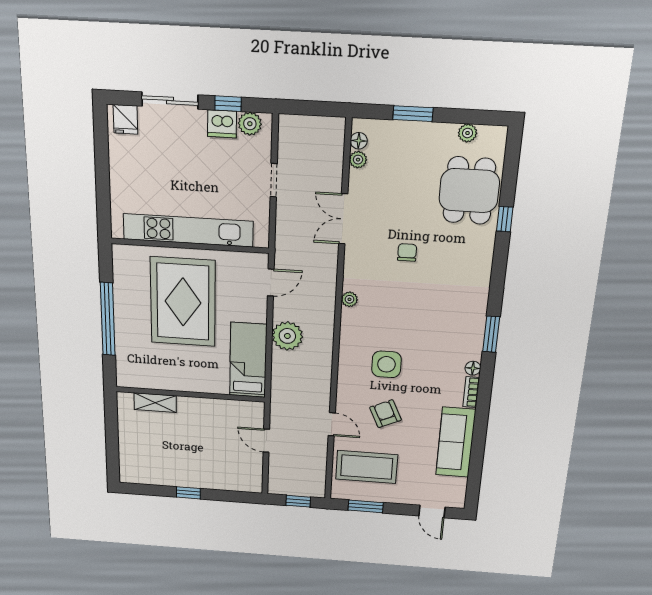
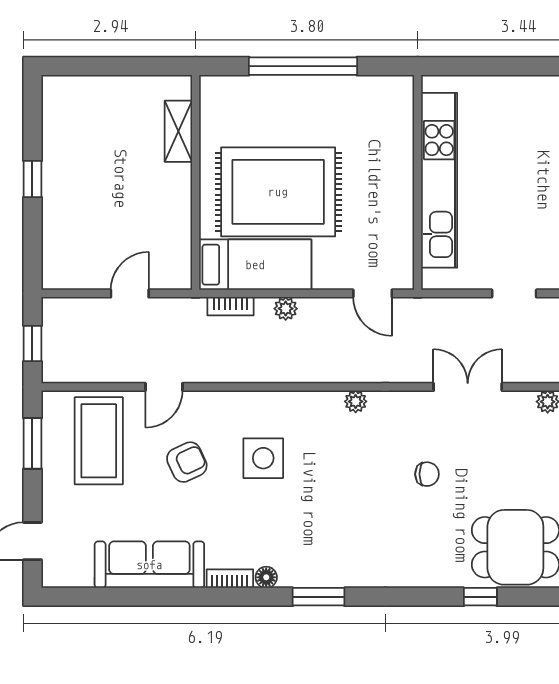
rug: (183, 302) -> (278, 192), moved
plant: (287, 336) -> (286, 309), width x0.53, depth x0.53
bookcase: (277, 378) -> (230, 306), added

